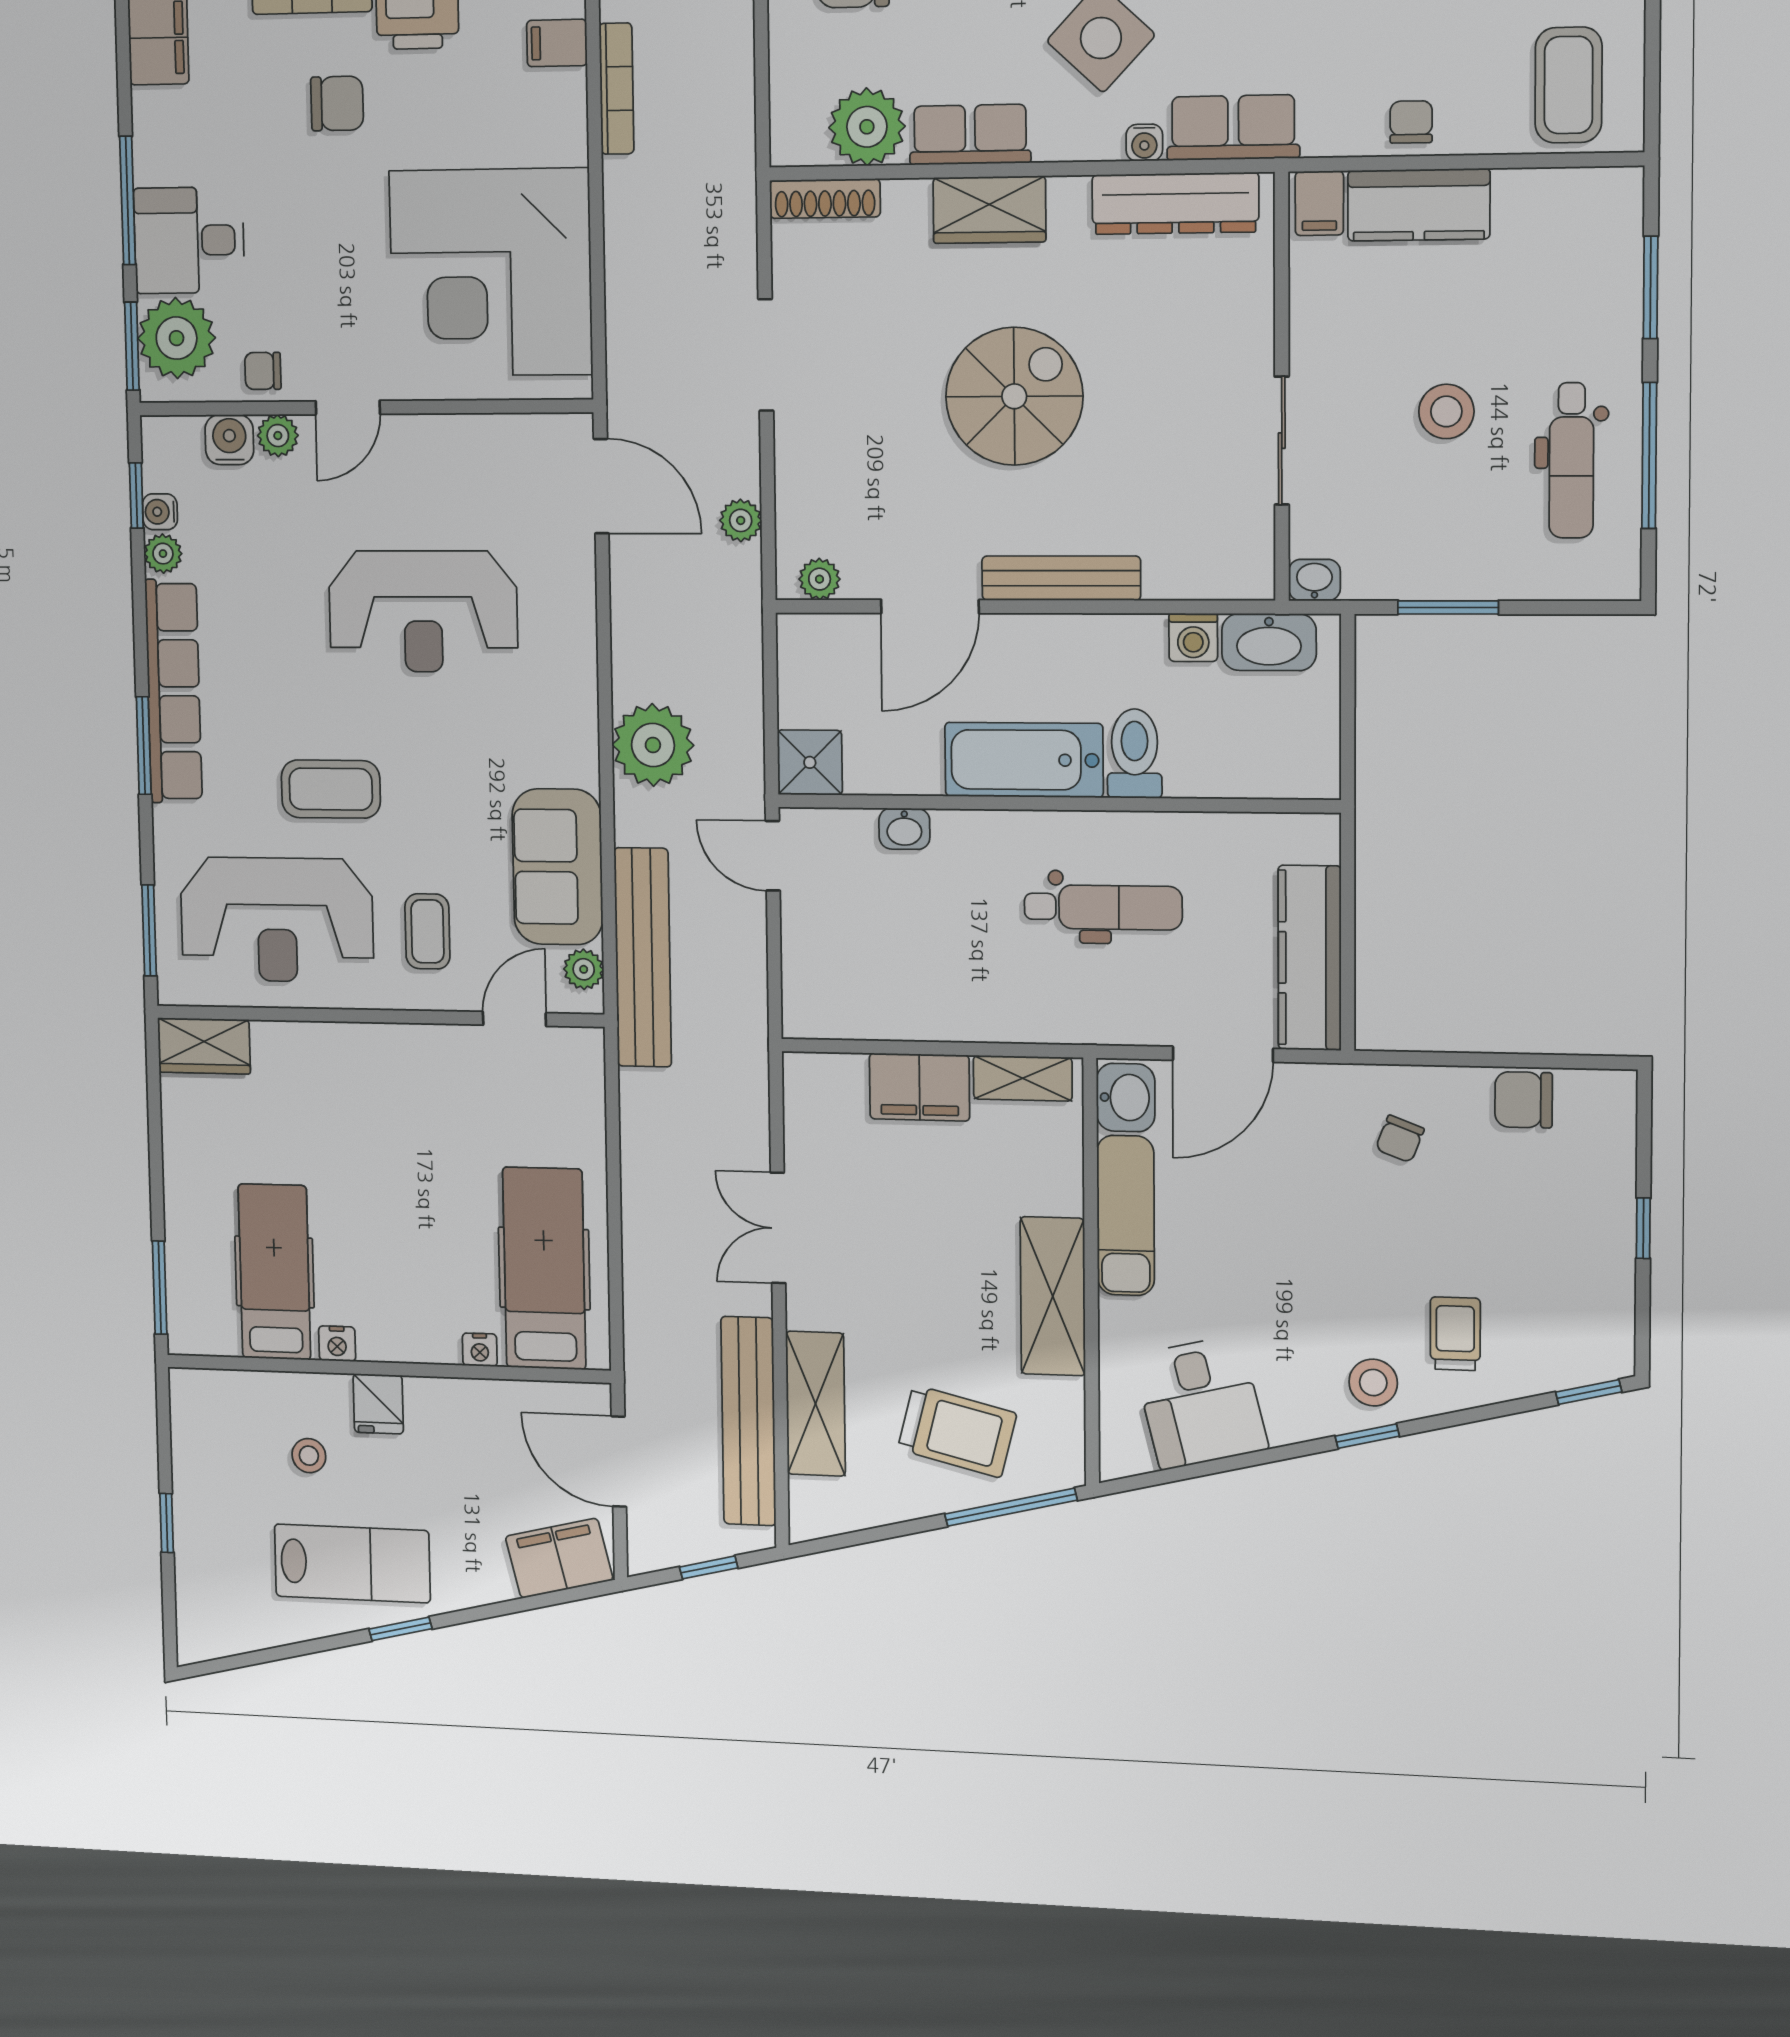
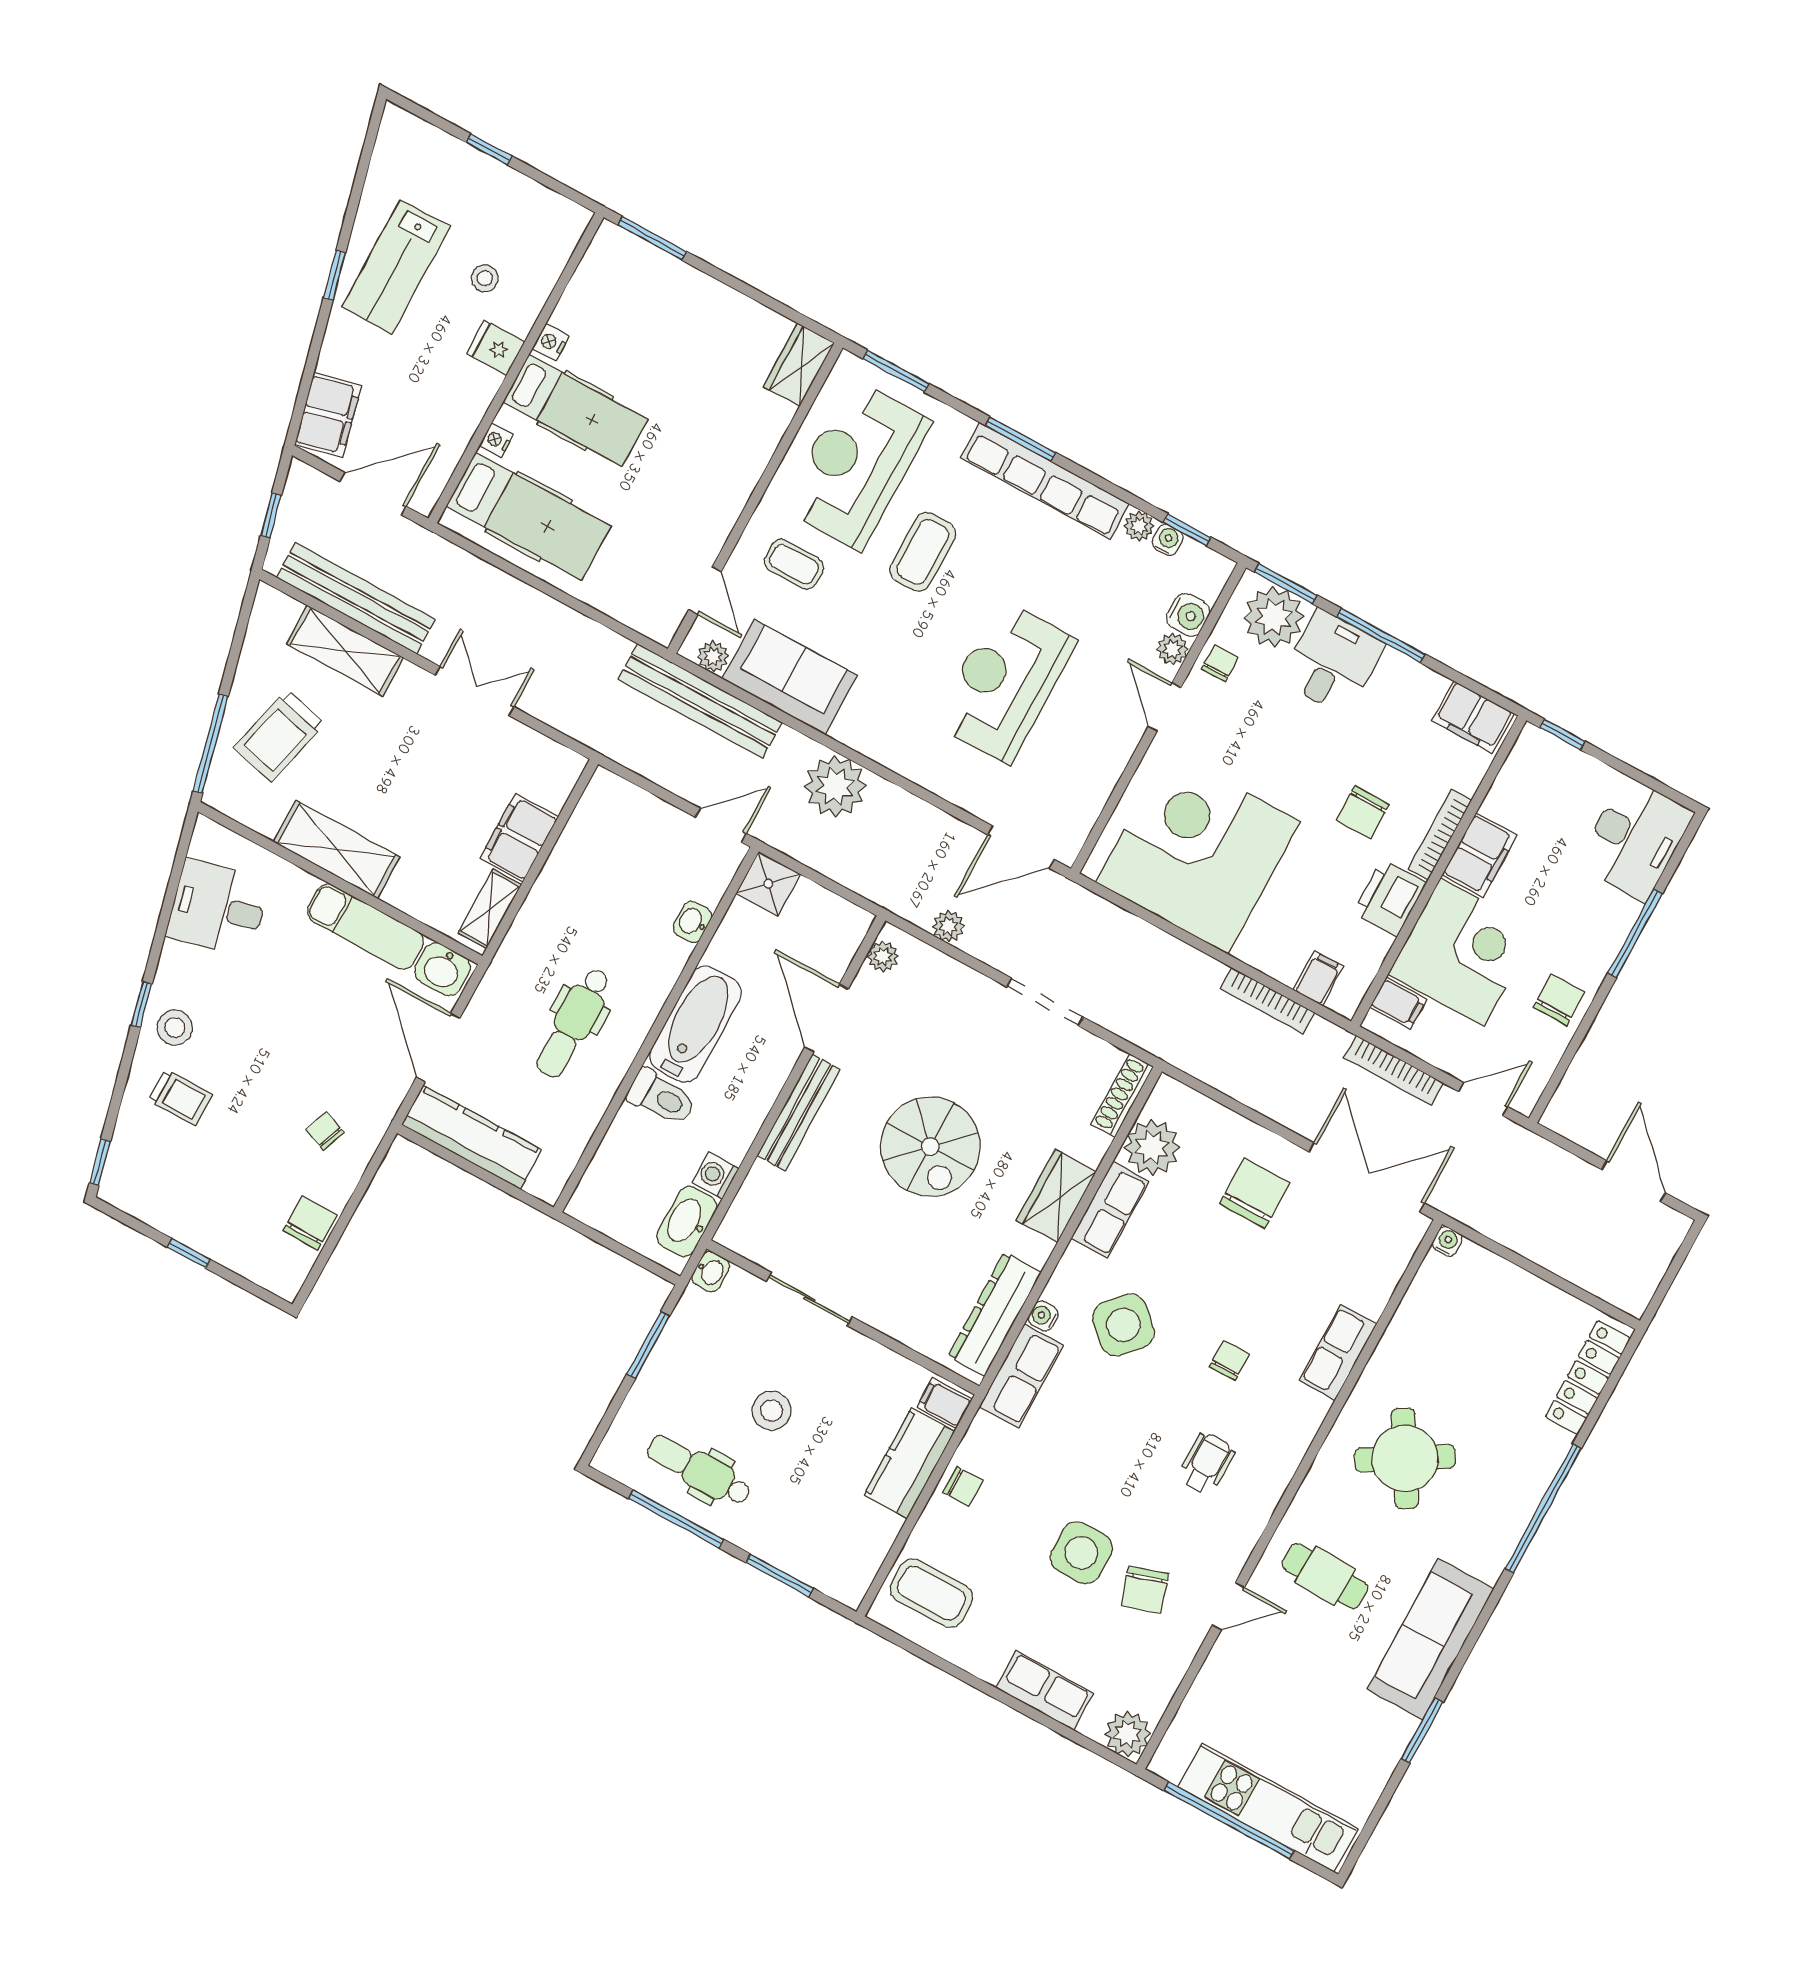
hospital bed: (274, 1272) -> (575, 411), moved

